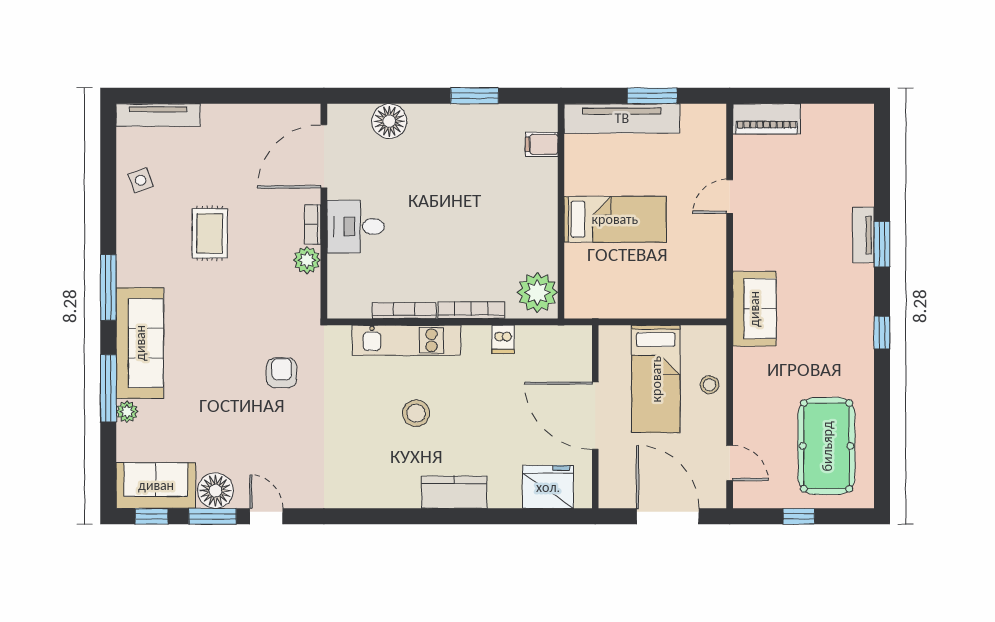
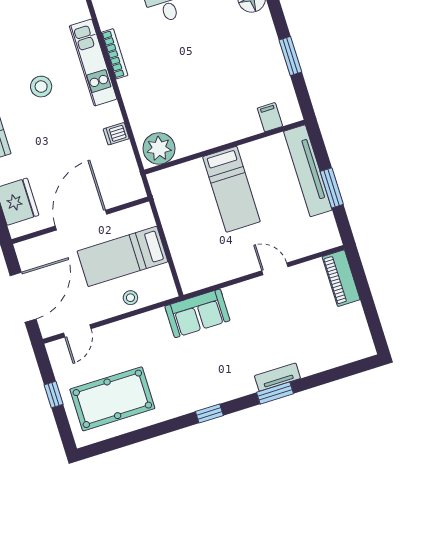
bookcase: (471, 310) -> (130, 104), removed

